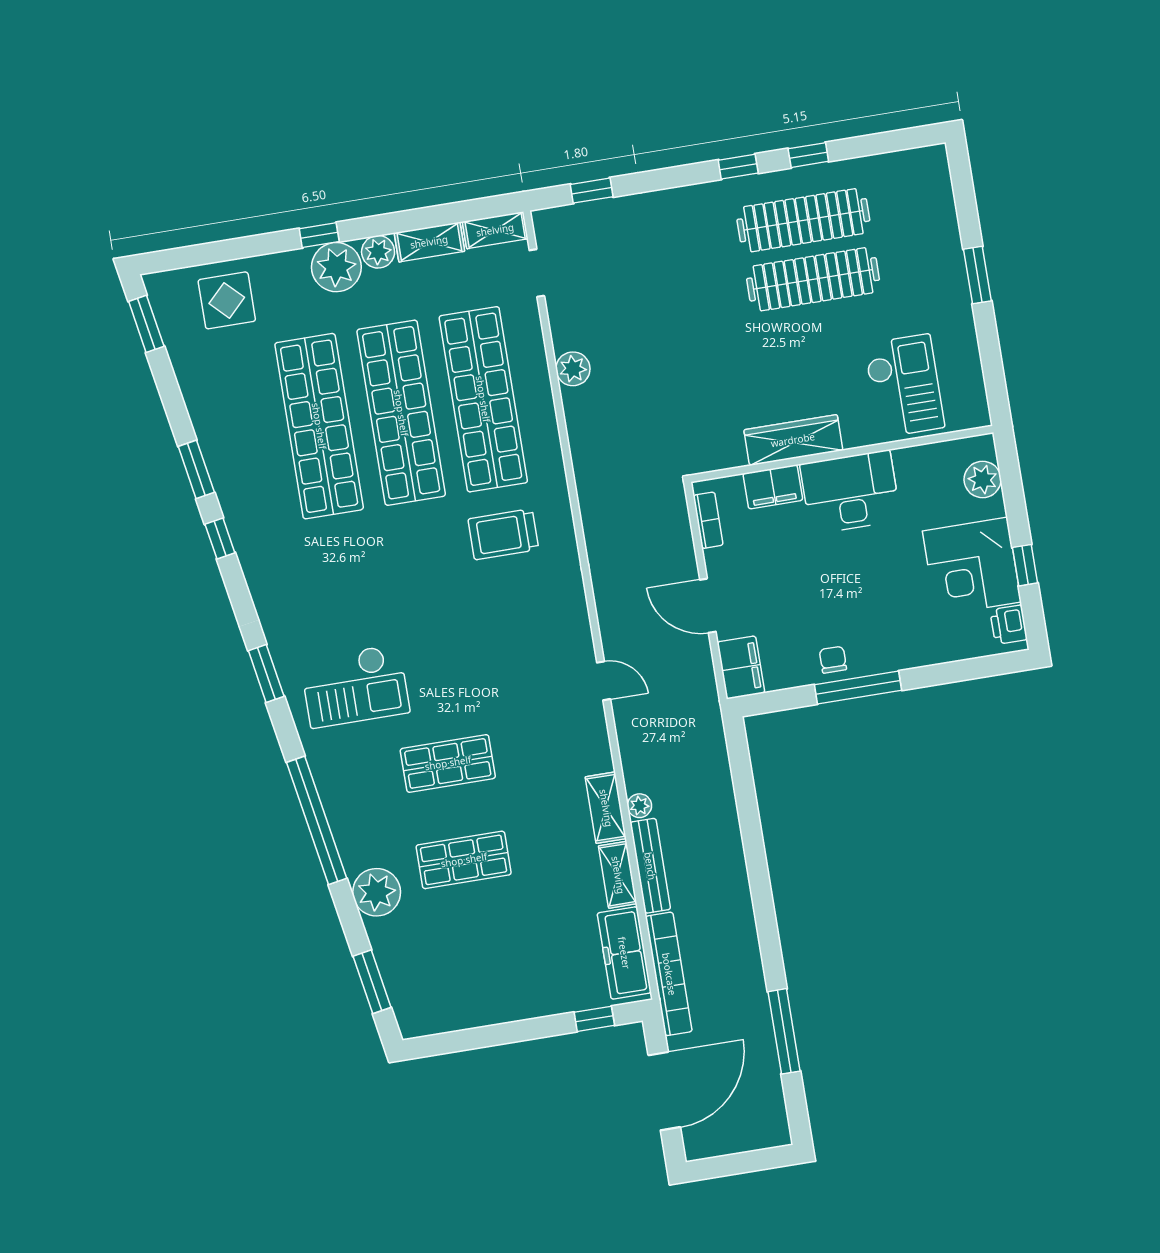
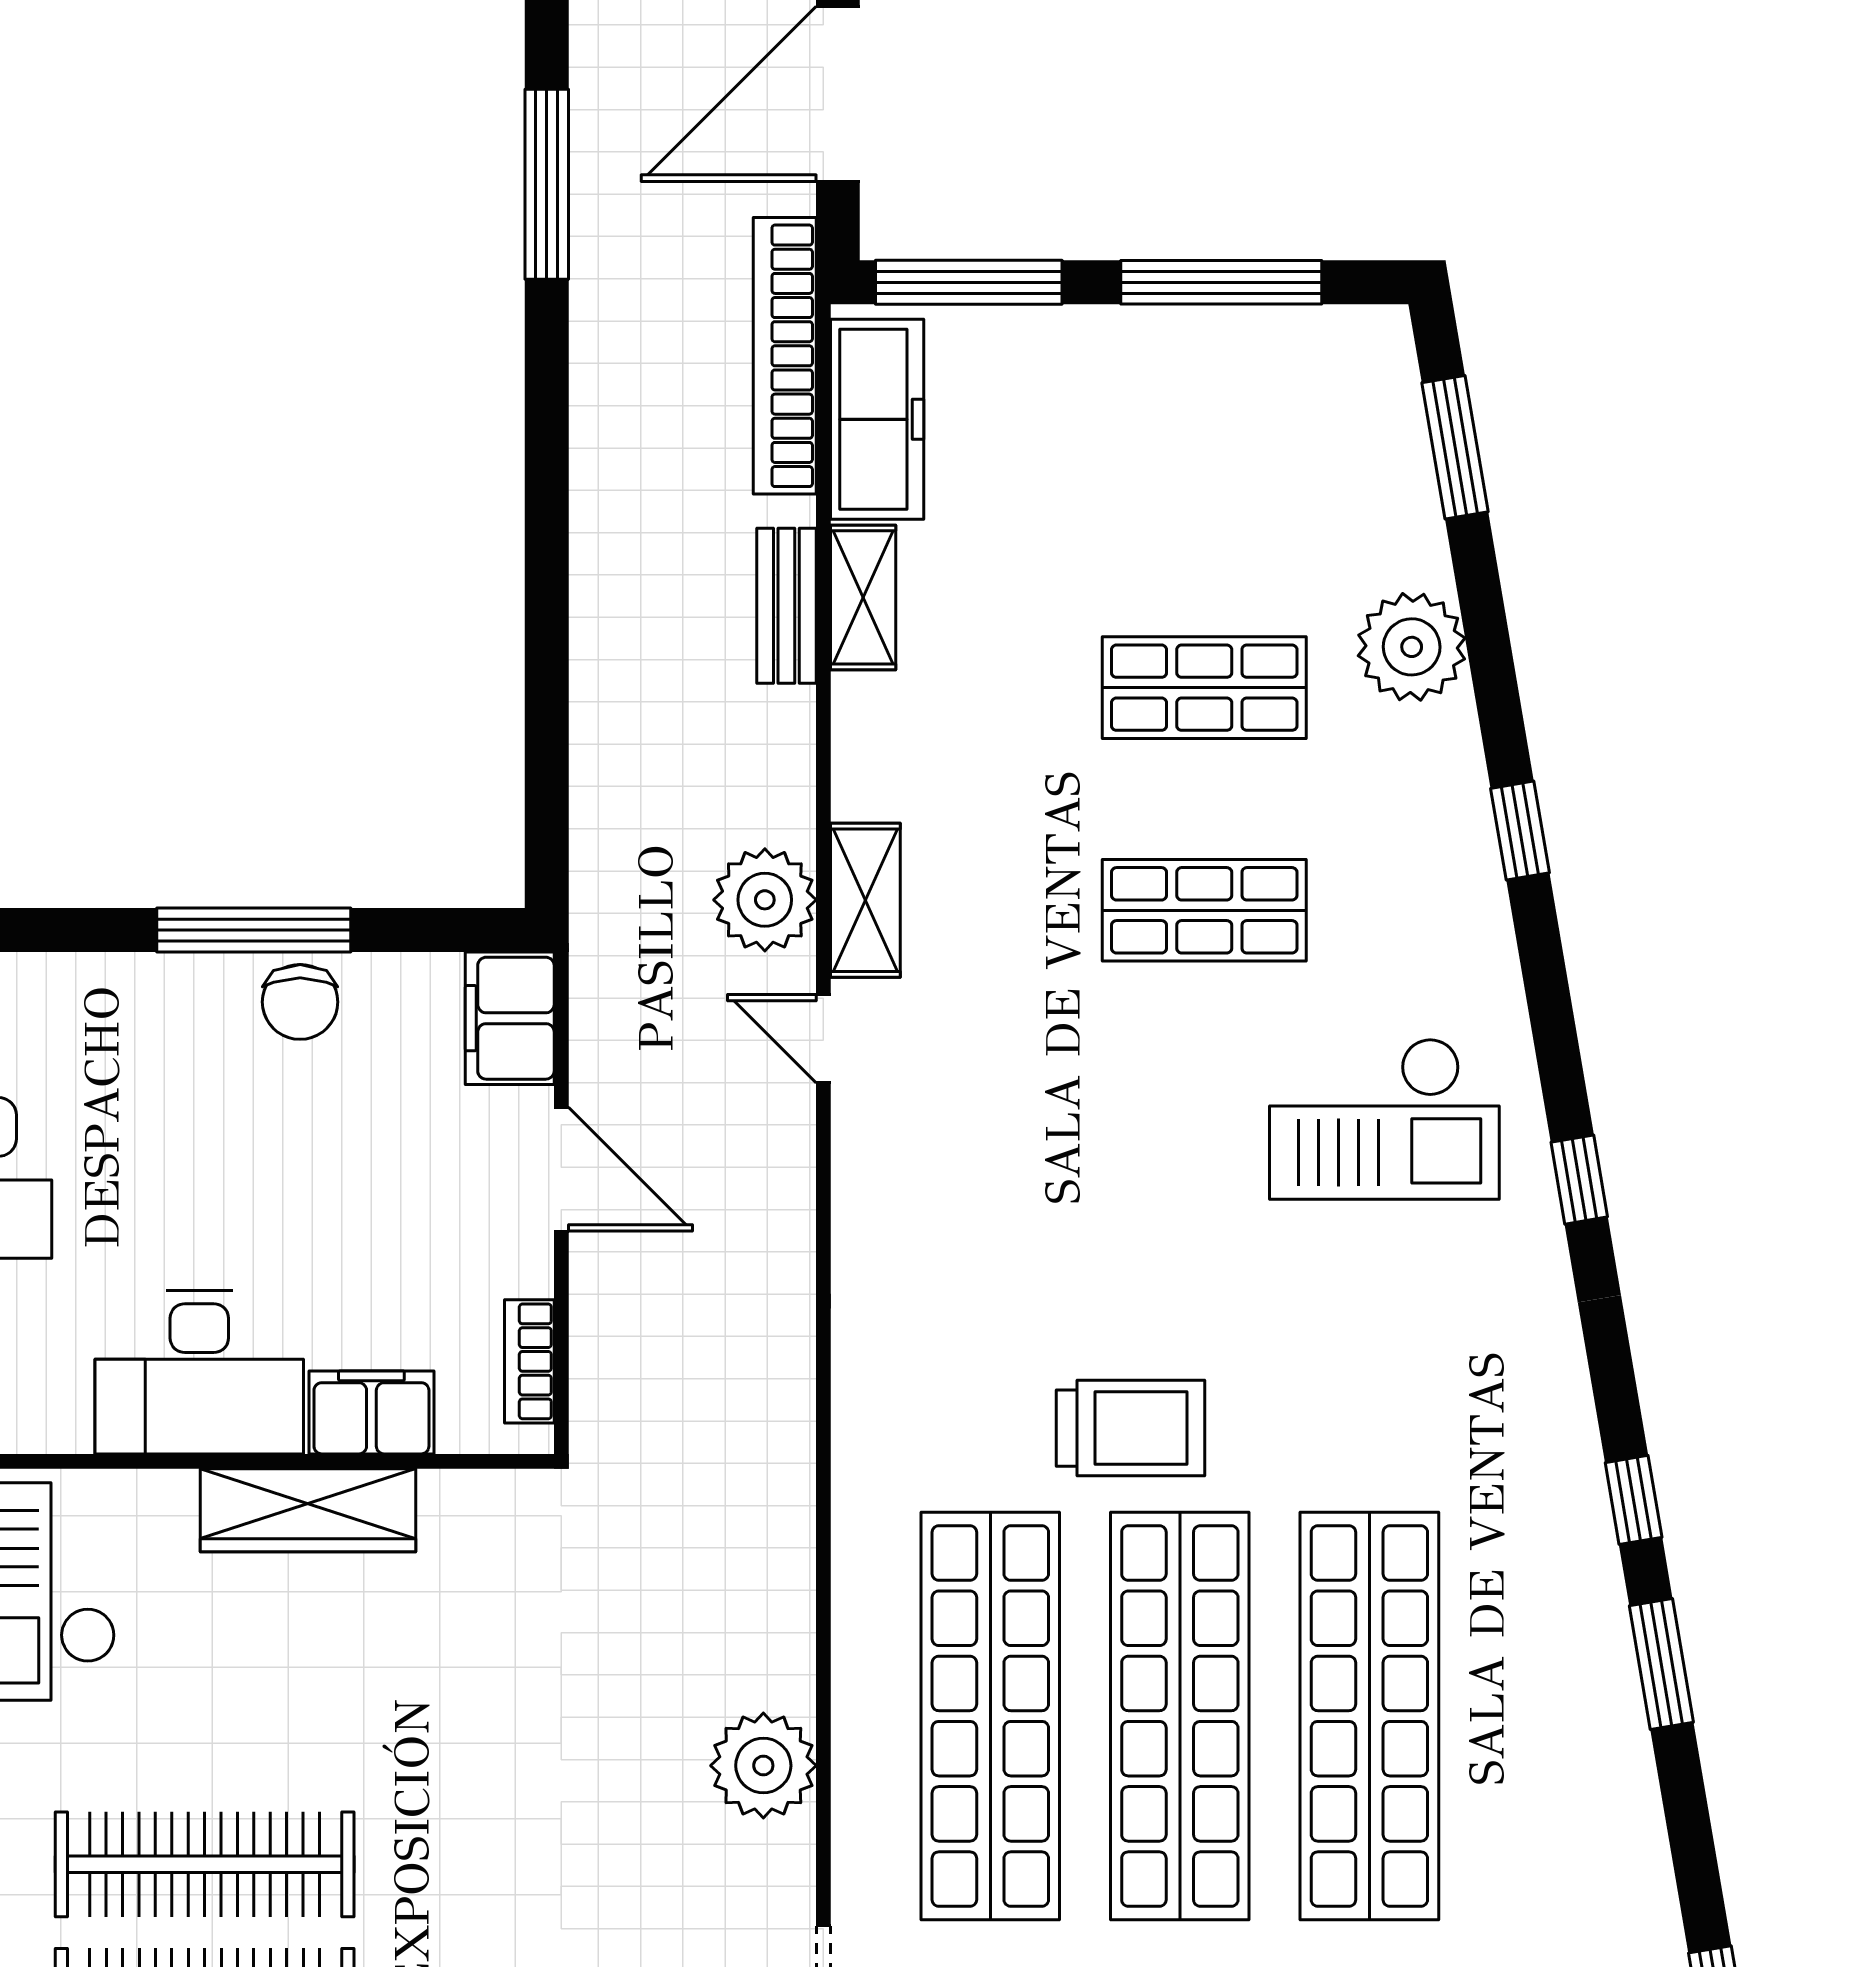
plant: (573, 369) -> (763, 1766), width x1.36, depth x1.36
trolley: (503, 534) -> (1131, 1428), moved
chair: (833, 660) -> (300, 1002), width x1.37, depth x1.37
window: (266, 673) -> (1579, 1180), width x0.67
checkout: (355, 686) -> (1384, 1119), turned 180
plant: (639, 806) -> (765, 900), moved, width x1.88, depth x1.88
shelving: (606, 808) -> (865, 900), moved
window: (317, 820) -> (1520, 831), width x0.32
bench: (650, 866) -> (786, 606), width x0.73
window: (594, 1019) -> (969, 282), width x2.17
window: (485, 1037) -> (1221, 282), added

